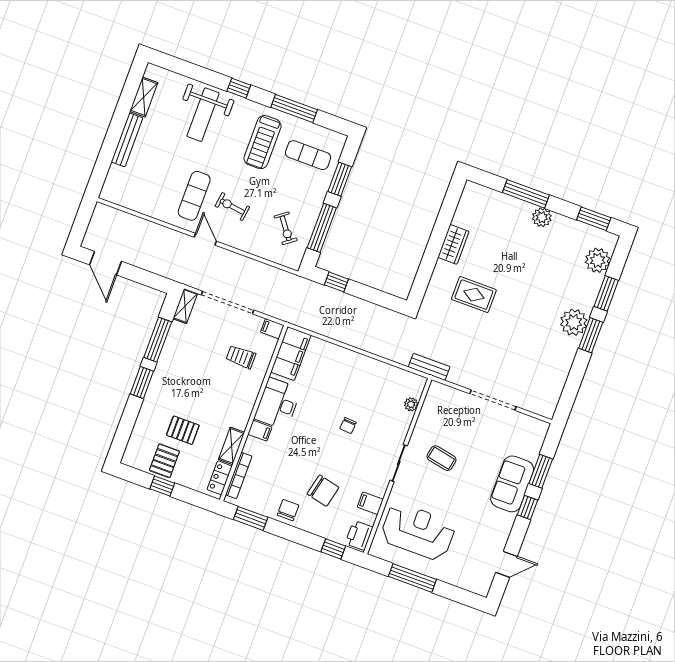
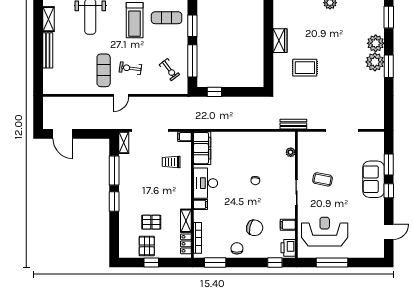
door: (205, 239) -> (121, 95), swing flipped
plant: (598, 260) -> (376, 43), moved
window: (606, 293) -> (389, 17), moved

